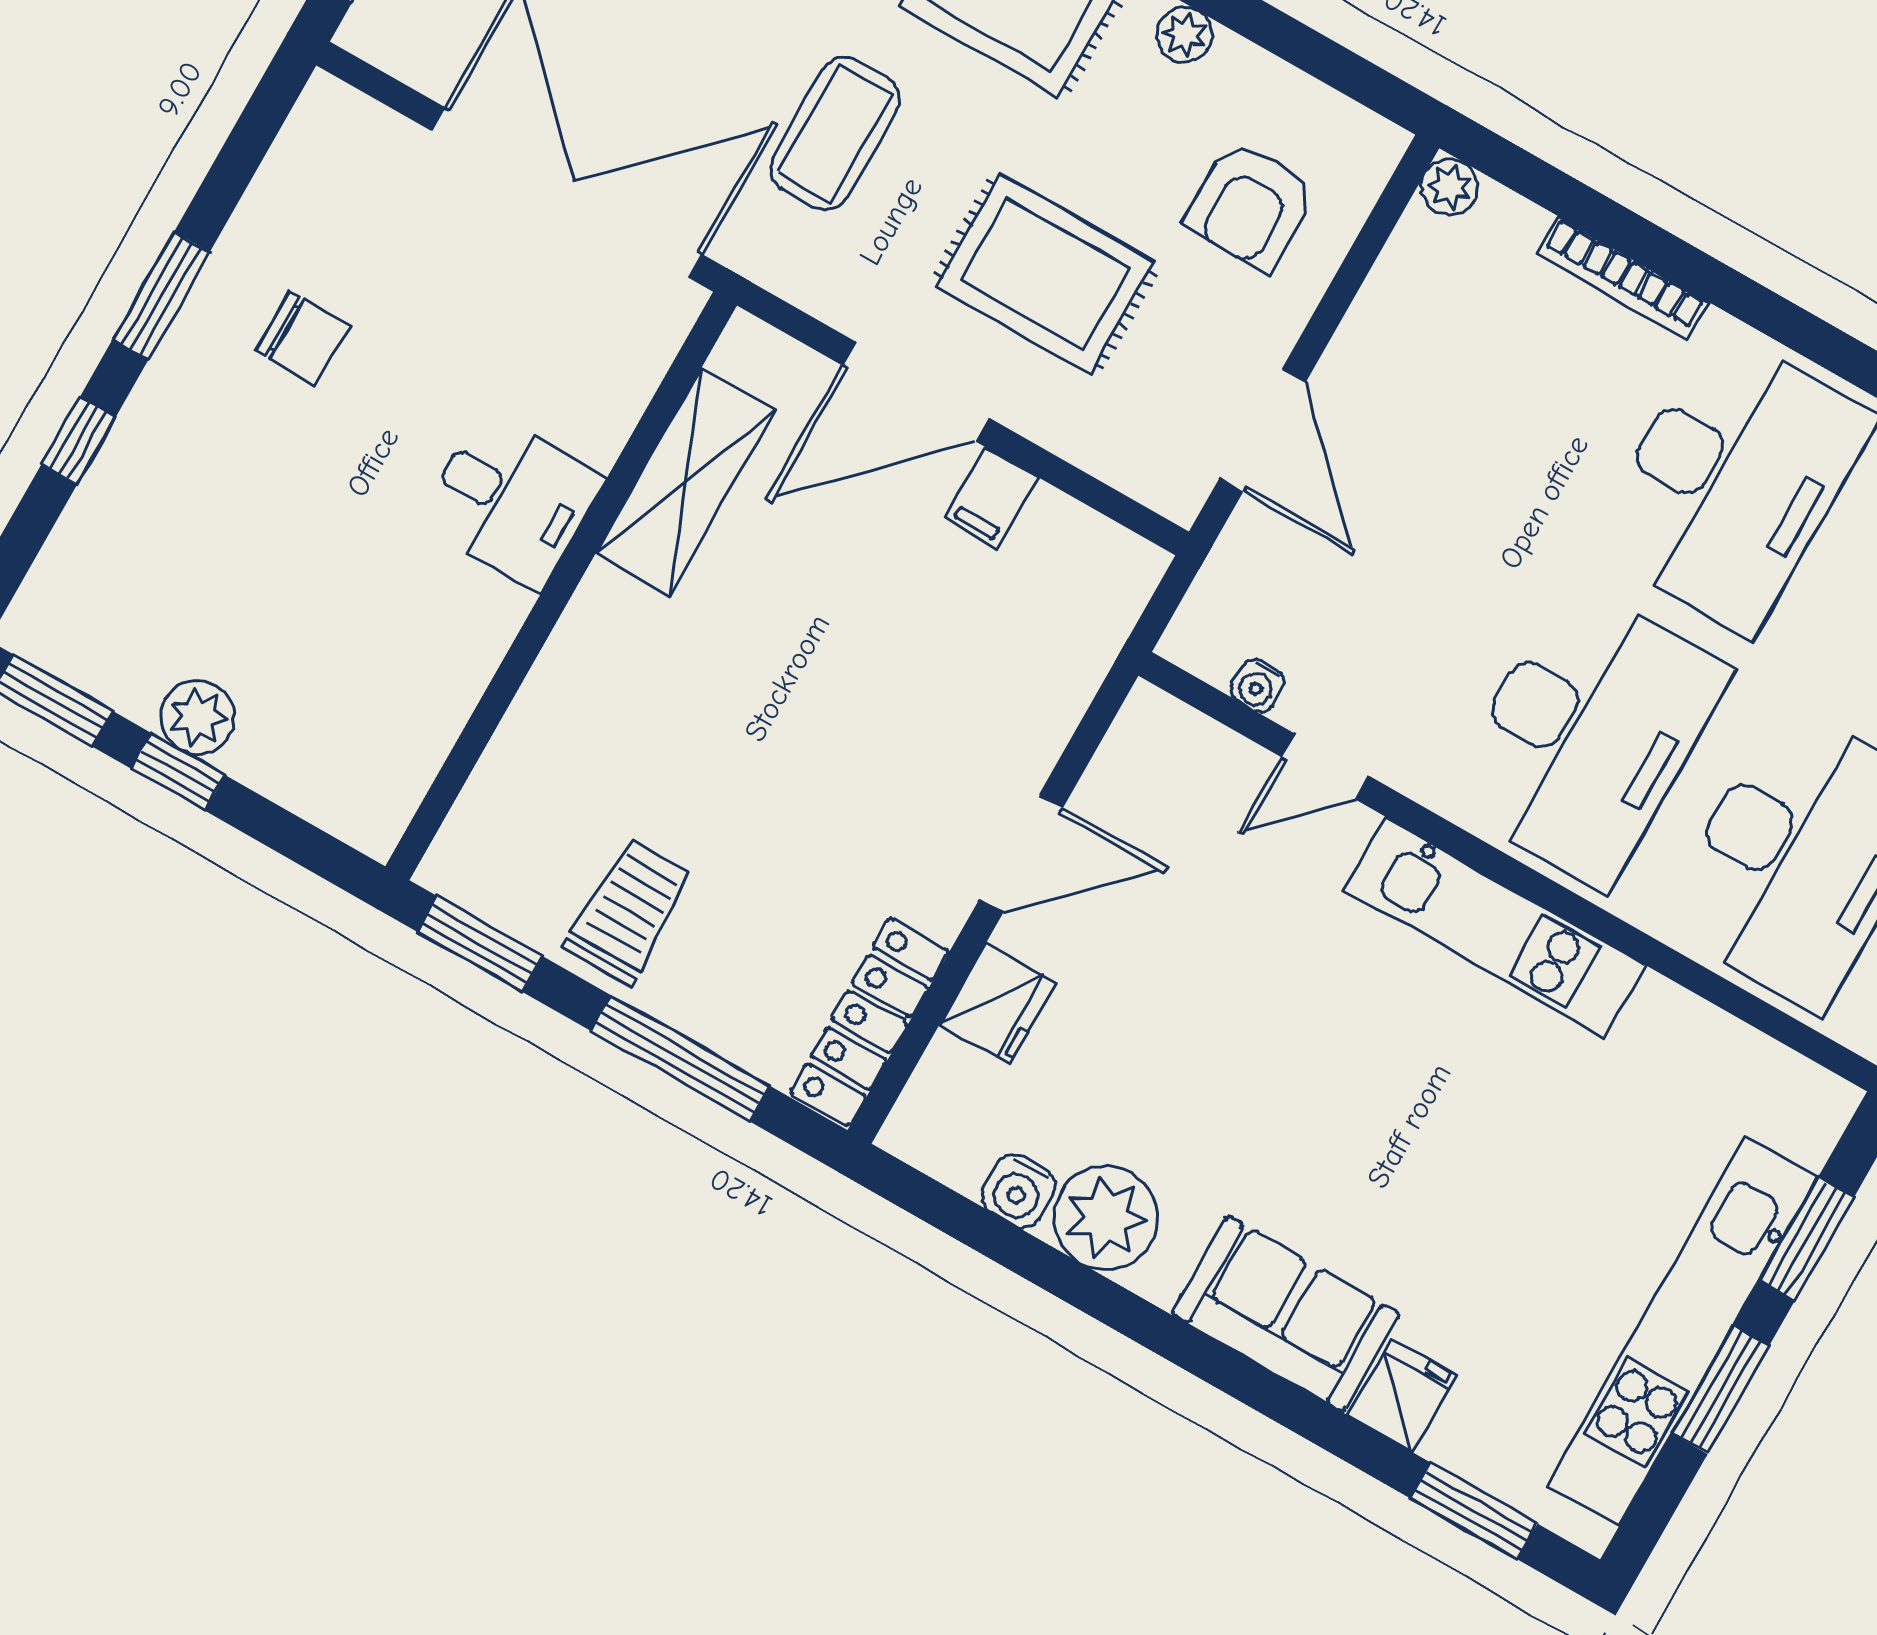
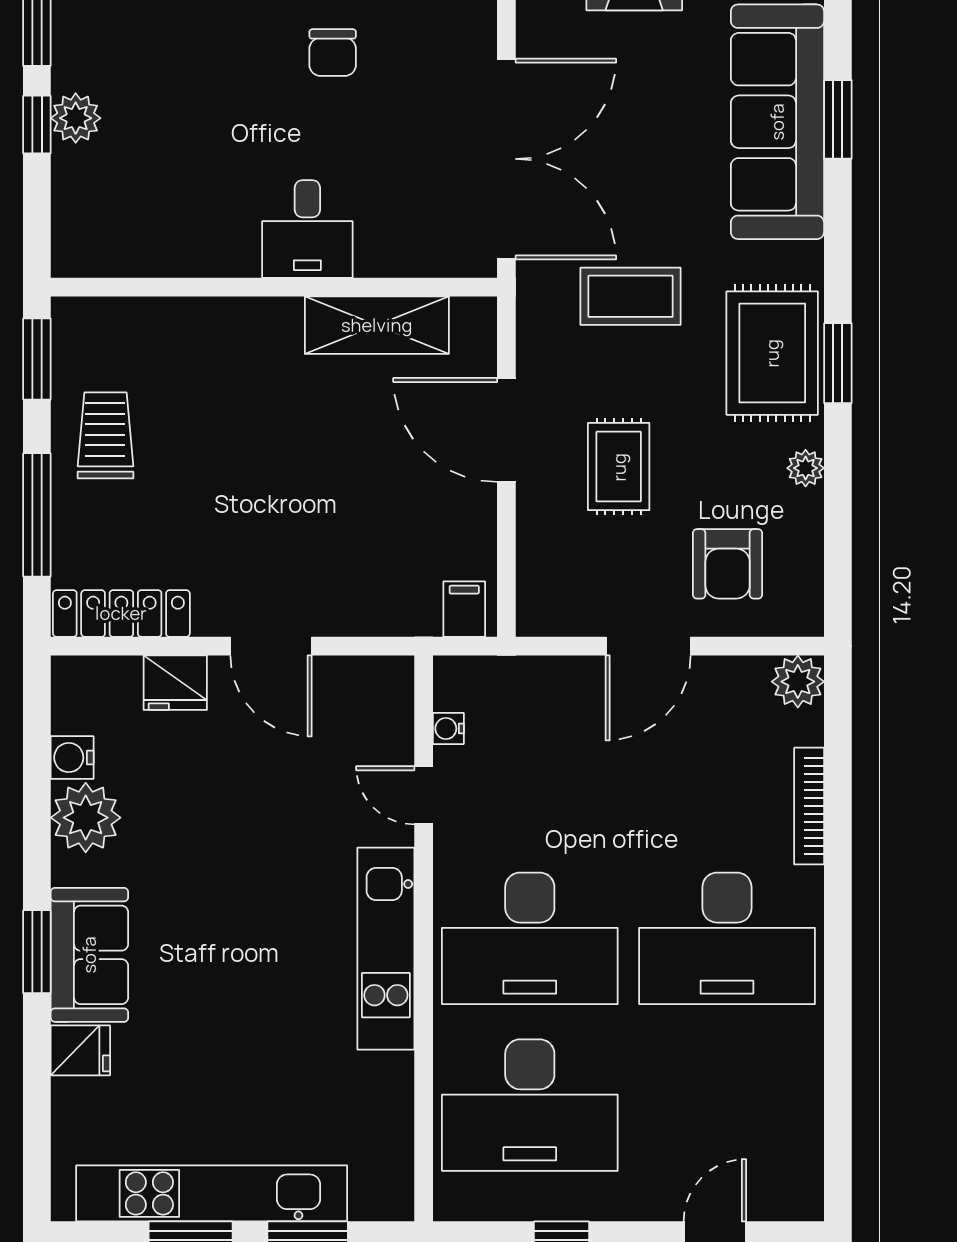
plant: (1450, 187) -> (798, 682), width x1.38, depth x1.38
armchair: (1251, 205) -> (728, 564), turned -90
rug: (1045, 274) -> (619, 467), width x0.73, depth x0.70
door: (1262, 430) -> (648, 646), moved
filing cabinet: (991, 498) -> (464, 609), moved, turned 90
trolley: (628, 912) -> (105, 435), turned -90
window: (1474, 1511) -> (37, 952), moved

